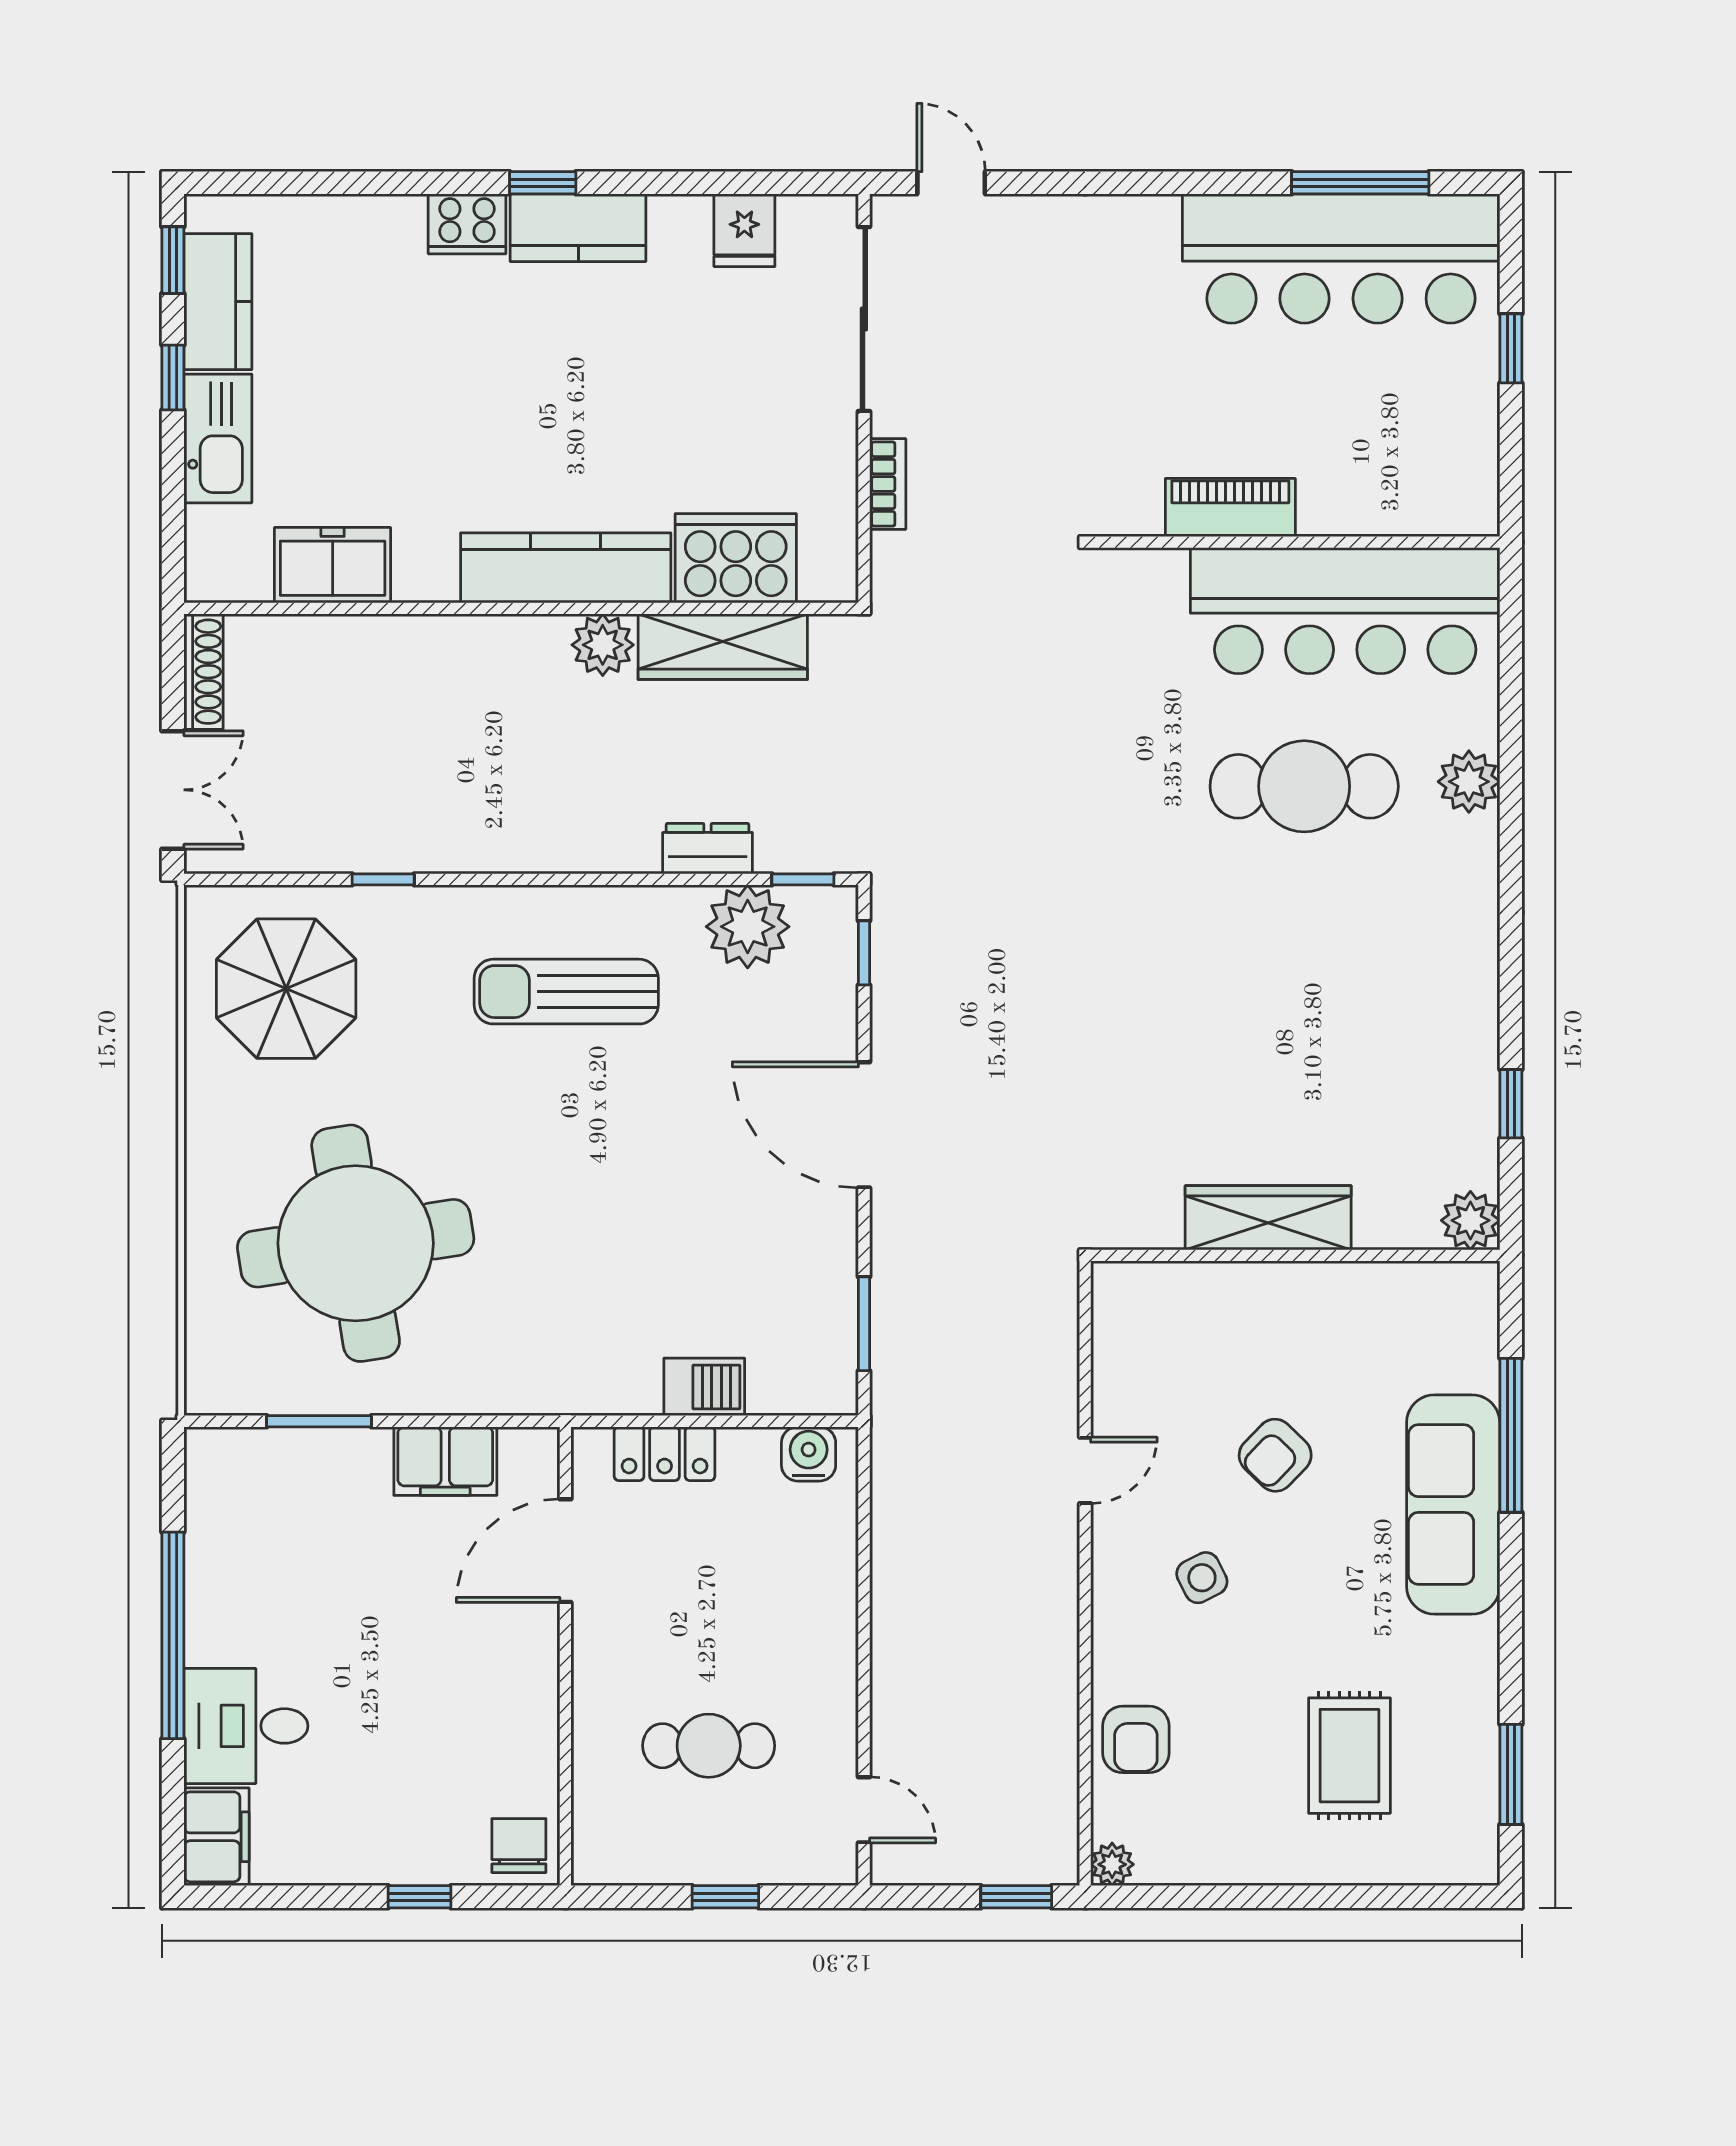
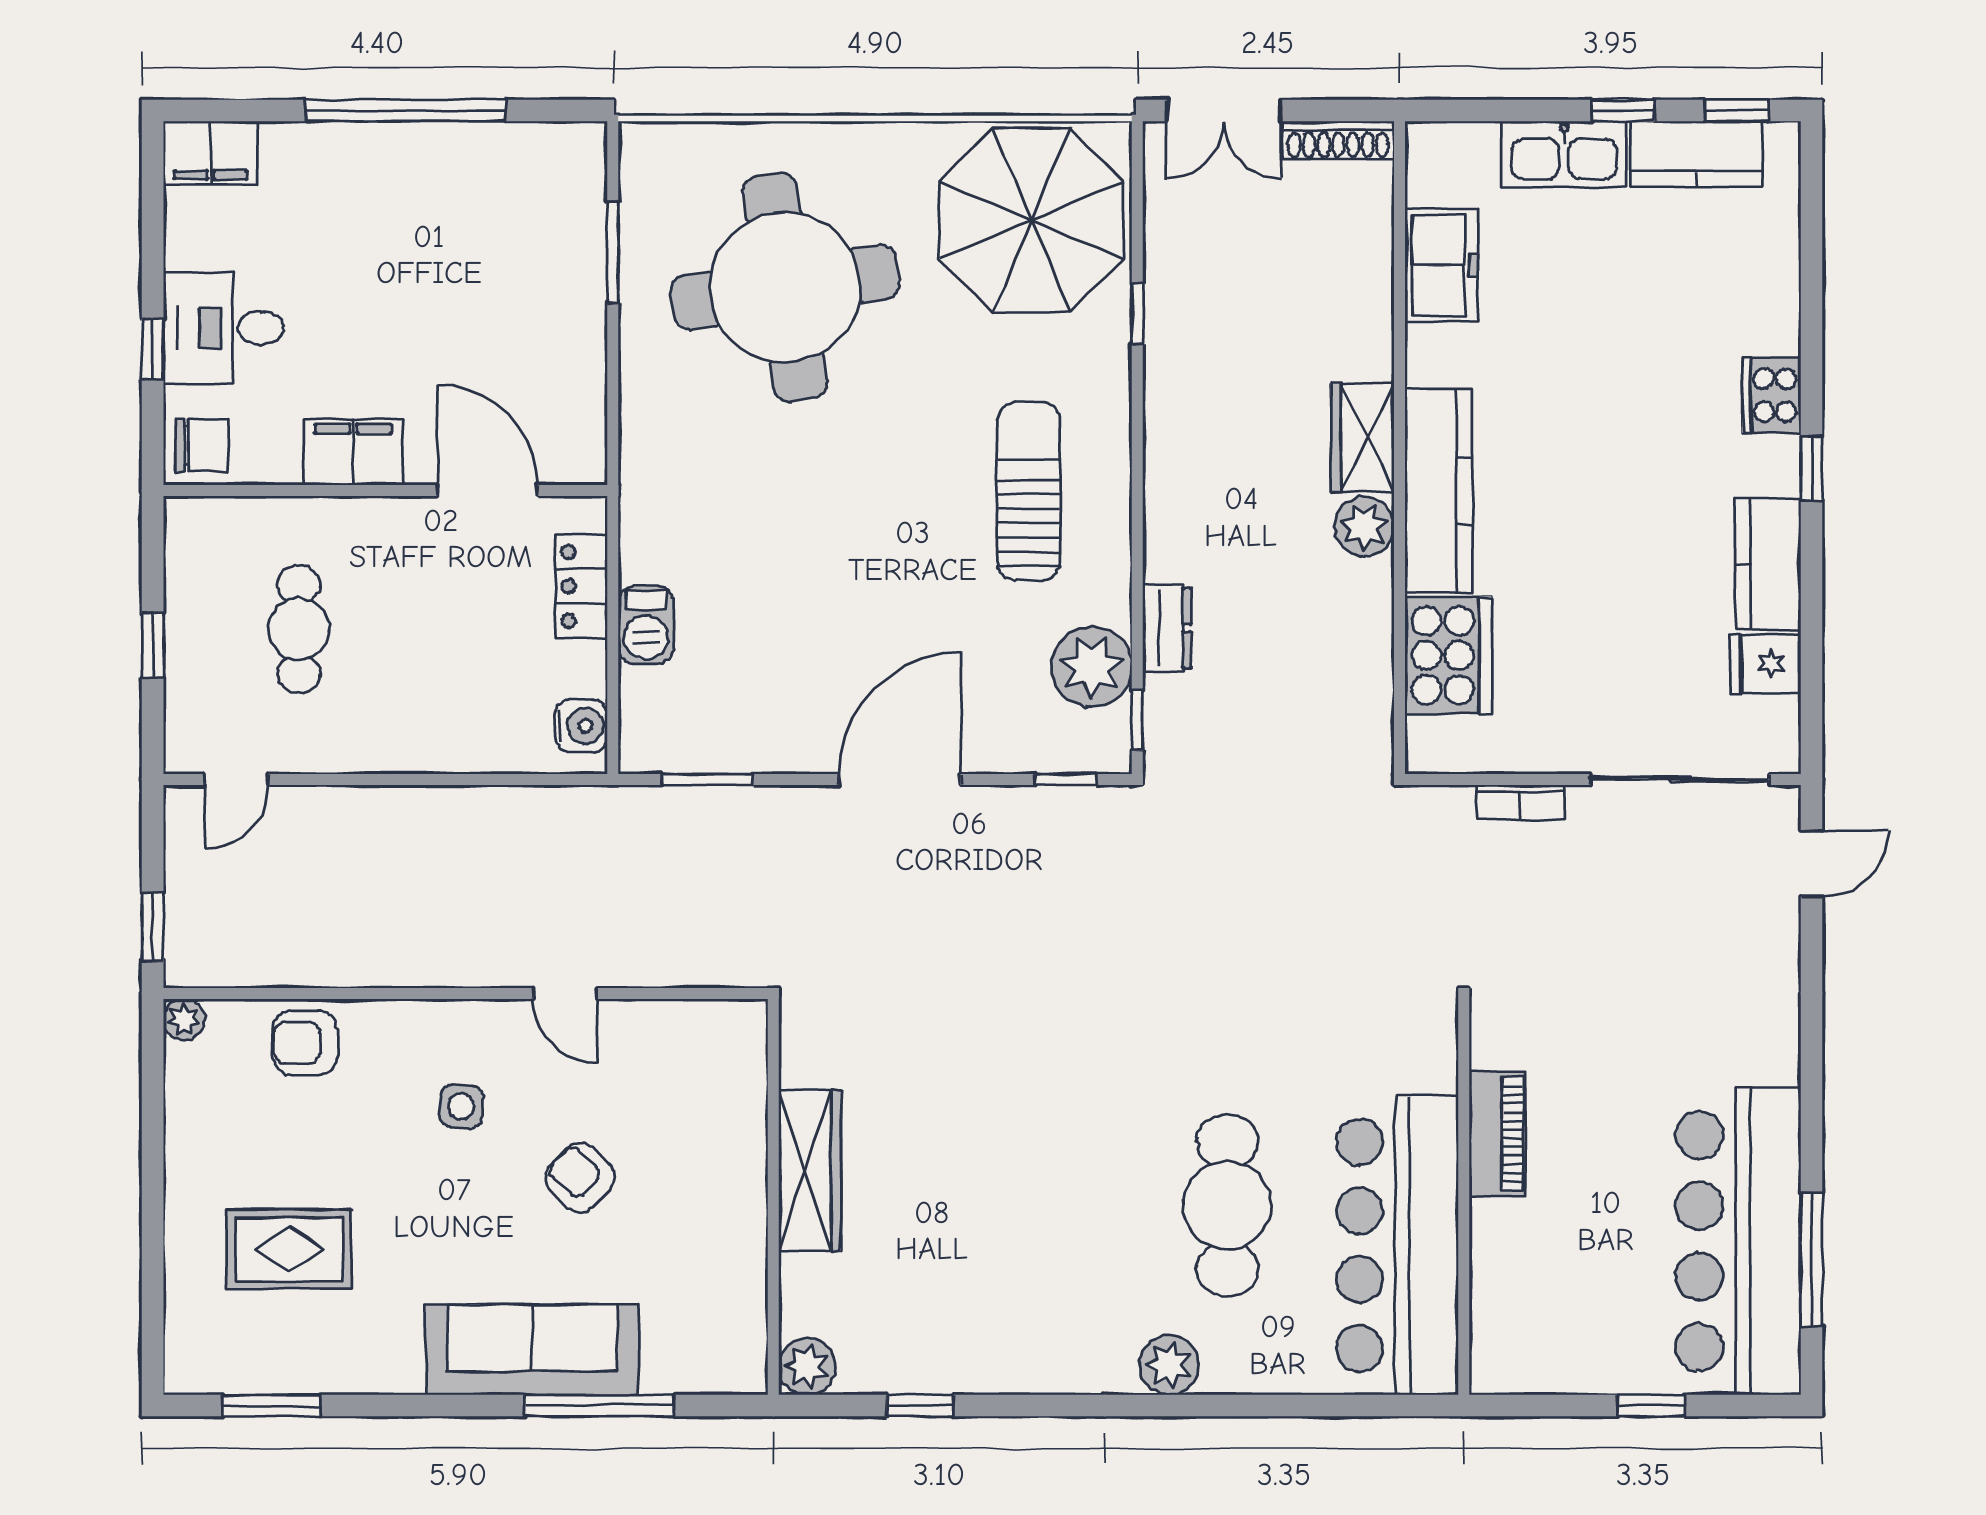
kitchen counter: (578, 228) -> (1768, 564), moved
wardrobe: (723, 647) -> (1362, 438), moved, width x0.67
plant: (1469, 782) -> (1169, 1365), moved
parasol: (286, 989) -> (1031, 220), width x1.36, depth x1.36
filing cabinet: (445, 1461) -> (353, 452), moved, turned 90
side table: (1202, 1578) -> (461, 1106), turned 31
desk: (246, 1726) -> (223, 328), moved, turned -90

